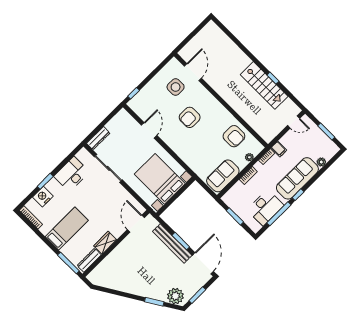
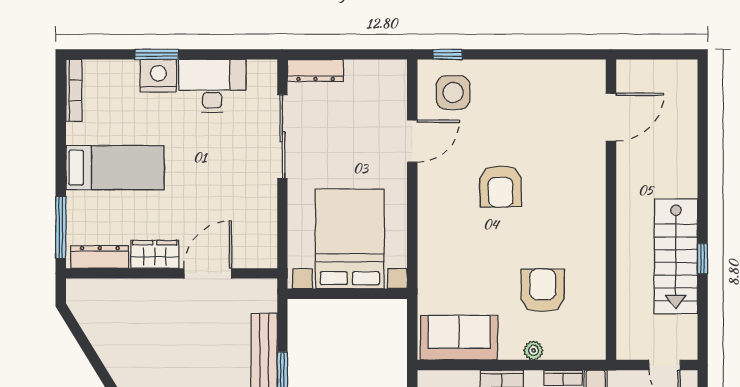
door: (193, 72) -> (611, 117), moved
side table: (176, 87) -> (453, 92), moved
wall: (221, 100) -> (611, 210), moved
armchair: (190, 117) -> (500, 186), turned -91
armchair: (234, 136) -> (543, 291), turned 180
nightstand: (43, 197) -> (158, 76), moved
door: (136, 224) -> (208, 273), moved

